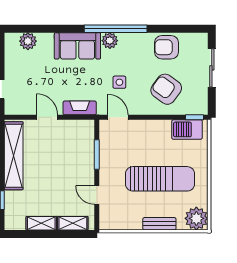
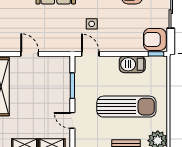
armchair: (166, 89) -> (155, 39), moved, turned -36
fireplace: (80, 108) -> (58, 46), removed
barbecue: (187, 129) -> (132, 64), moved

